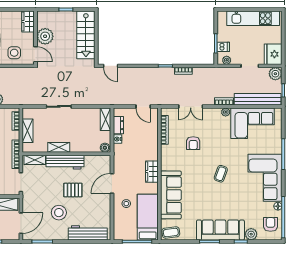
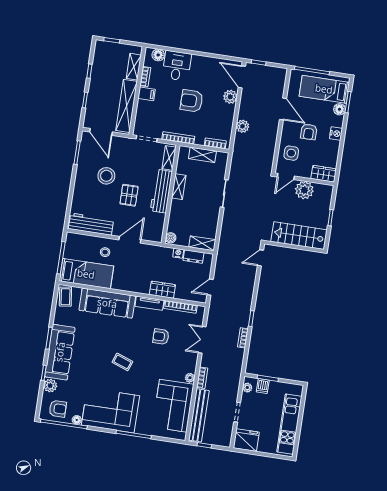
plant: (275, 74) -> (224, 439), removed
tv unit: (165, 158) -> (149, 303), added
wardrobe: (152, 172) -> (162, 290), moved
door: (112, 183) -> (130, 240), hinge flipped
workbench: (88, 233) -> (91, 224), moved, turned -90

